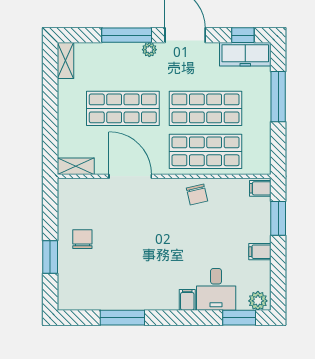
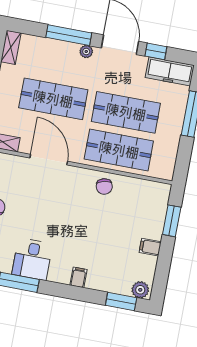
window: (243, 35) -> (156, 51), moved
filing cabinet: (260, 188) -> (161, 192), removed
desk: (216, 289) -> (32, 259), moved

